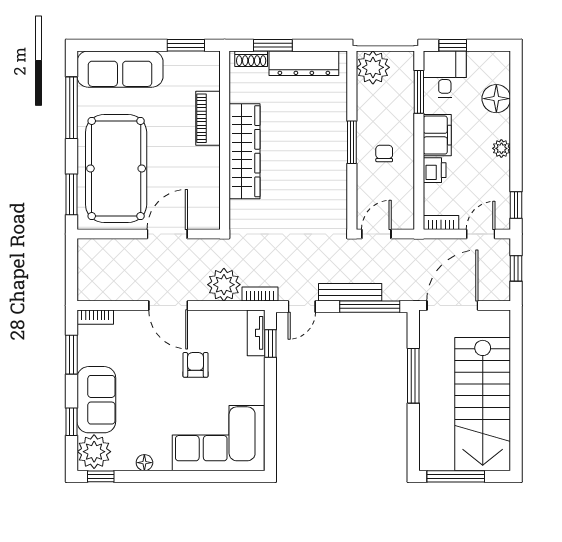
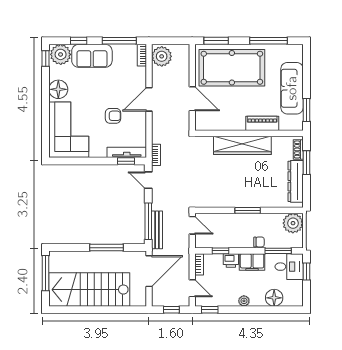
sofa: (120, 69) -> (292, 88), moved
chair: (384, 153) -> (259, 242), moved
window: (419, 187) -> (220, 251), added
plant: (224, 285) -> (162, 56), moved
bench: (350, 292) -> (157, 230), moved
door: (452, 305) -> (149, 271), hinge flipped
tv unit: (256, 333) -> (127, 152), width x1.41
window: (72, 355) -> (119, 41), width x1.44
floor lamp: (144, 463) -> (58, 89), width x1.89, depth x1.89

